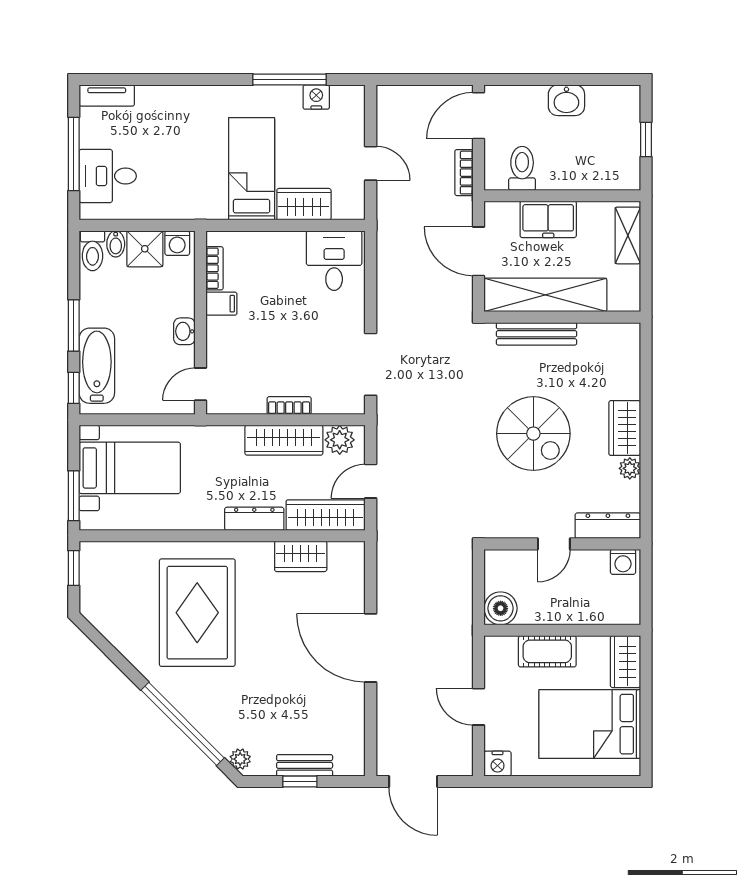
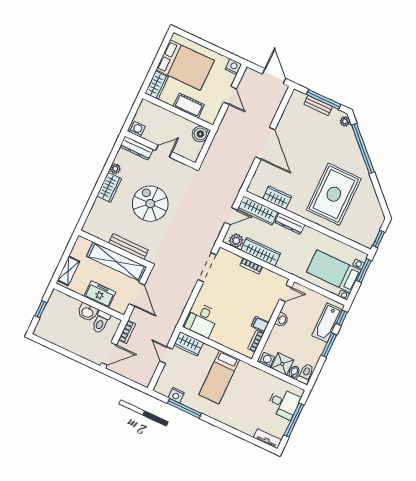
washbasin: (566, 100) -> (88, 312), moved, turned 180
wardrobe: (304, 204) -> (189, 344), moved
window: (300, 781) -> (324, 99), width x2.17

